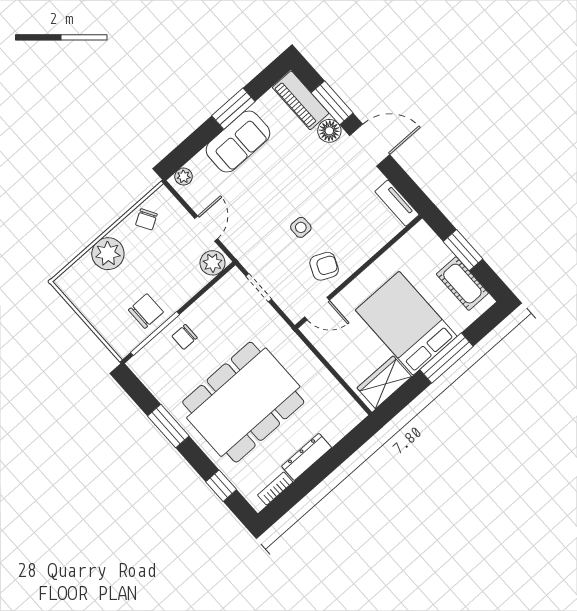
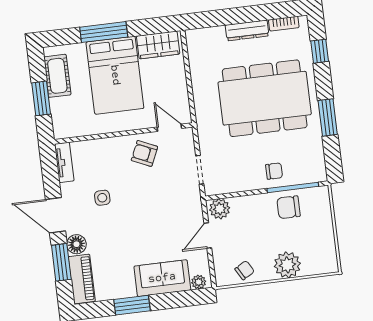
sofa: (238, 142) -> (162, 278), moved
side table: (301, 227) -> (102, 198), moved

